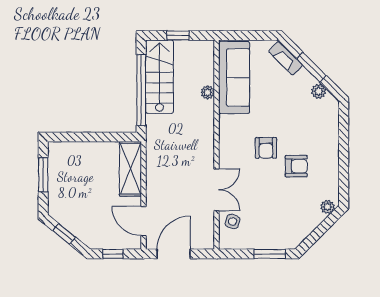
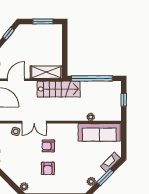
stairs: (160, 77) -> (59, 89), moved
armchair: (266, 148) -> (48, 146), moved

